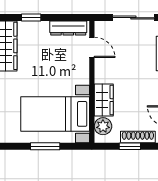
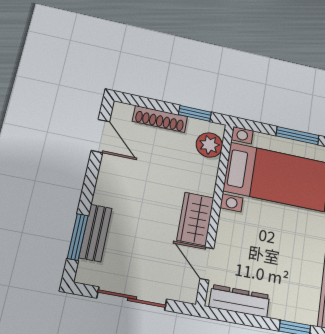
wardrobe: (104, 100) -> (195, 219), moved
window: (130, 146) -> (195, 113), moved

